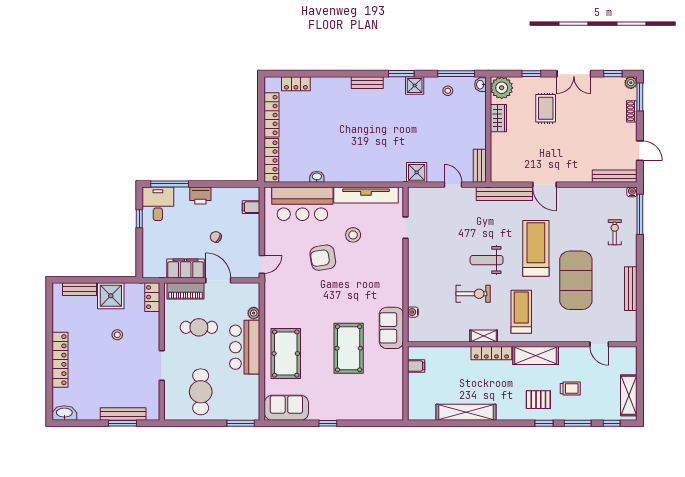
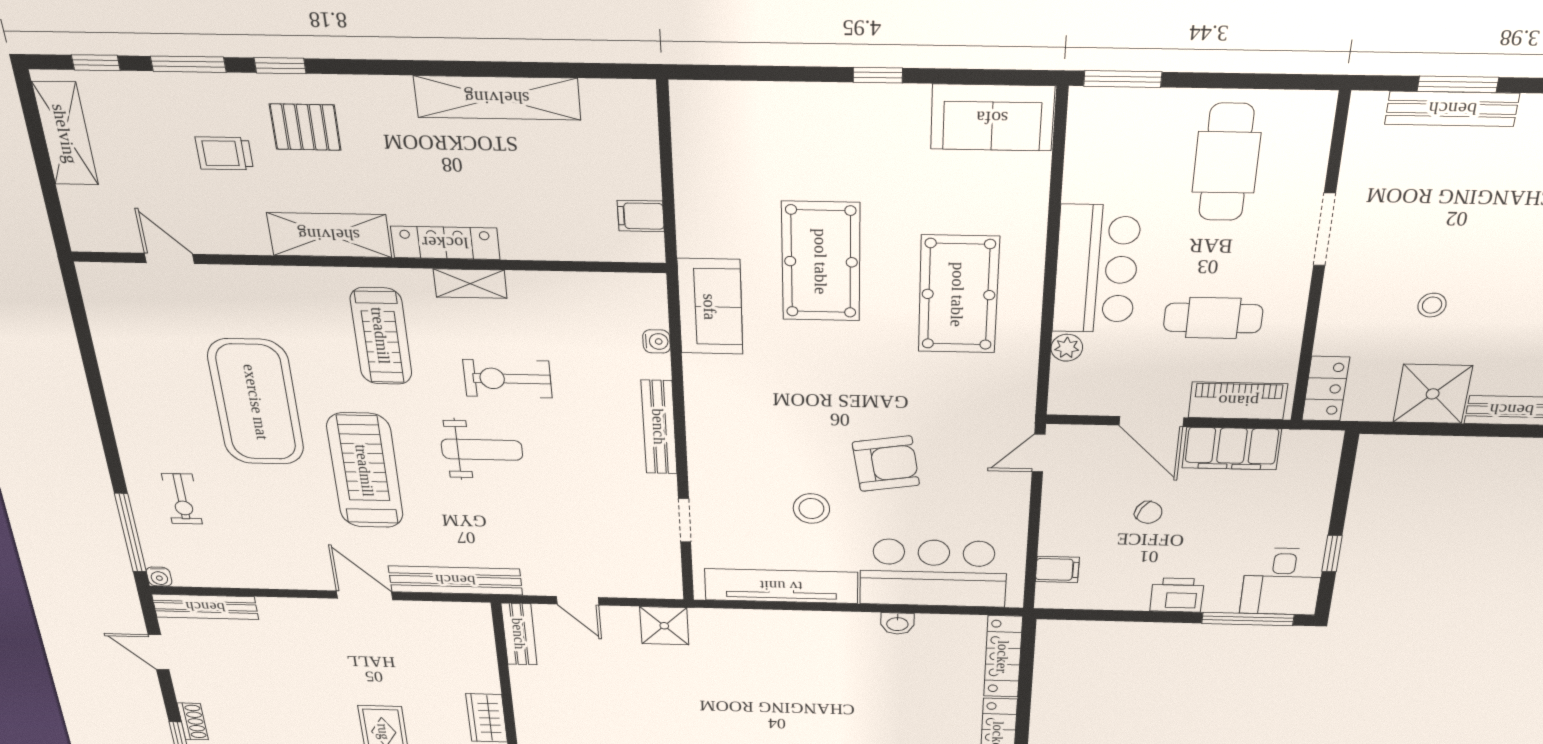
treadmill: (536, 248) -> (365, 471), turned 180
bench: (631, 289) -> (659, 427), moved
pool table: (286, 354) -> (958, 295), moved

